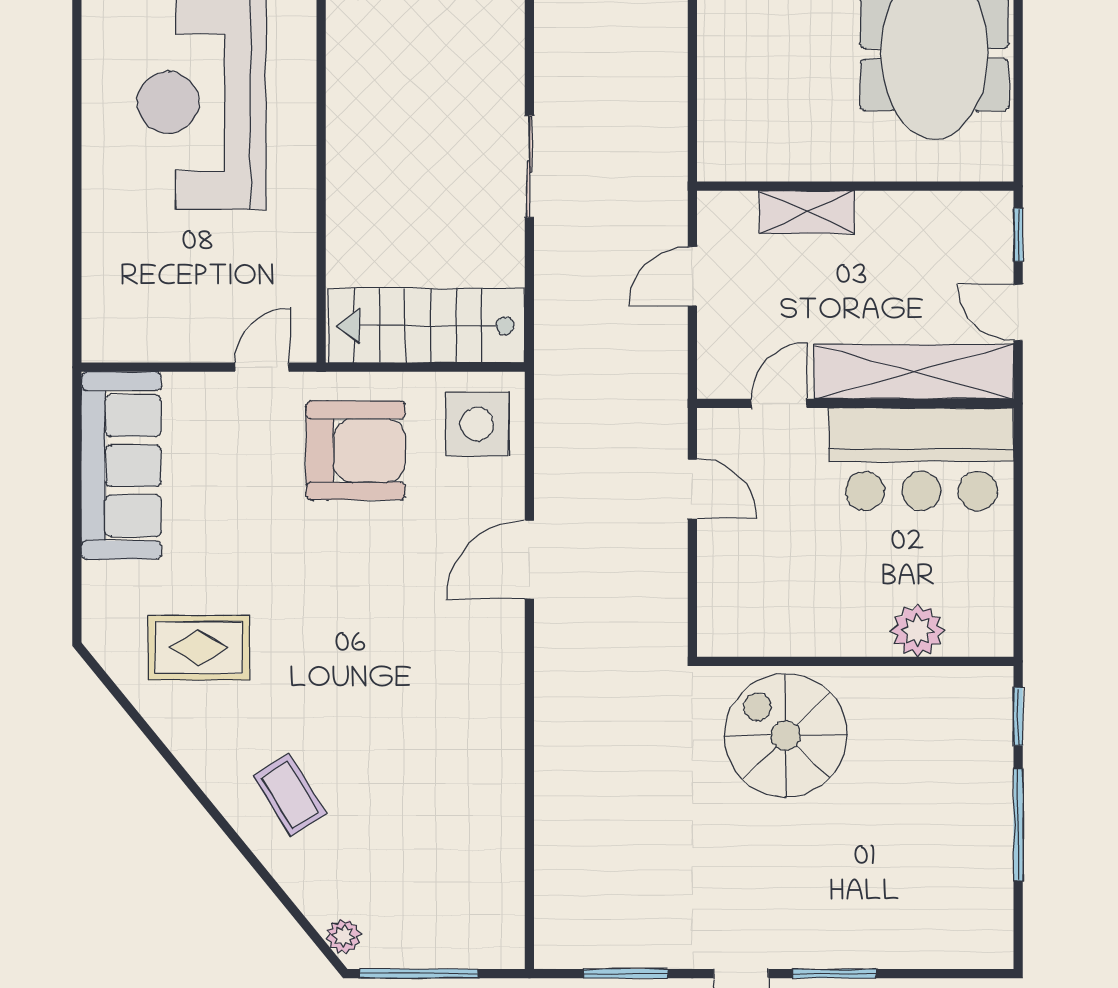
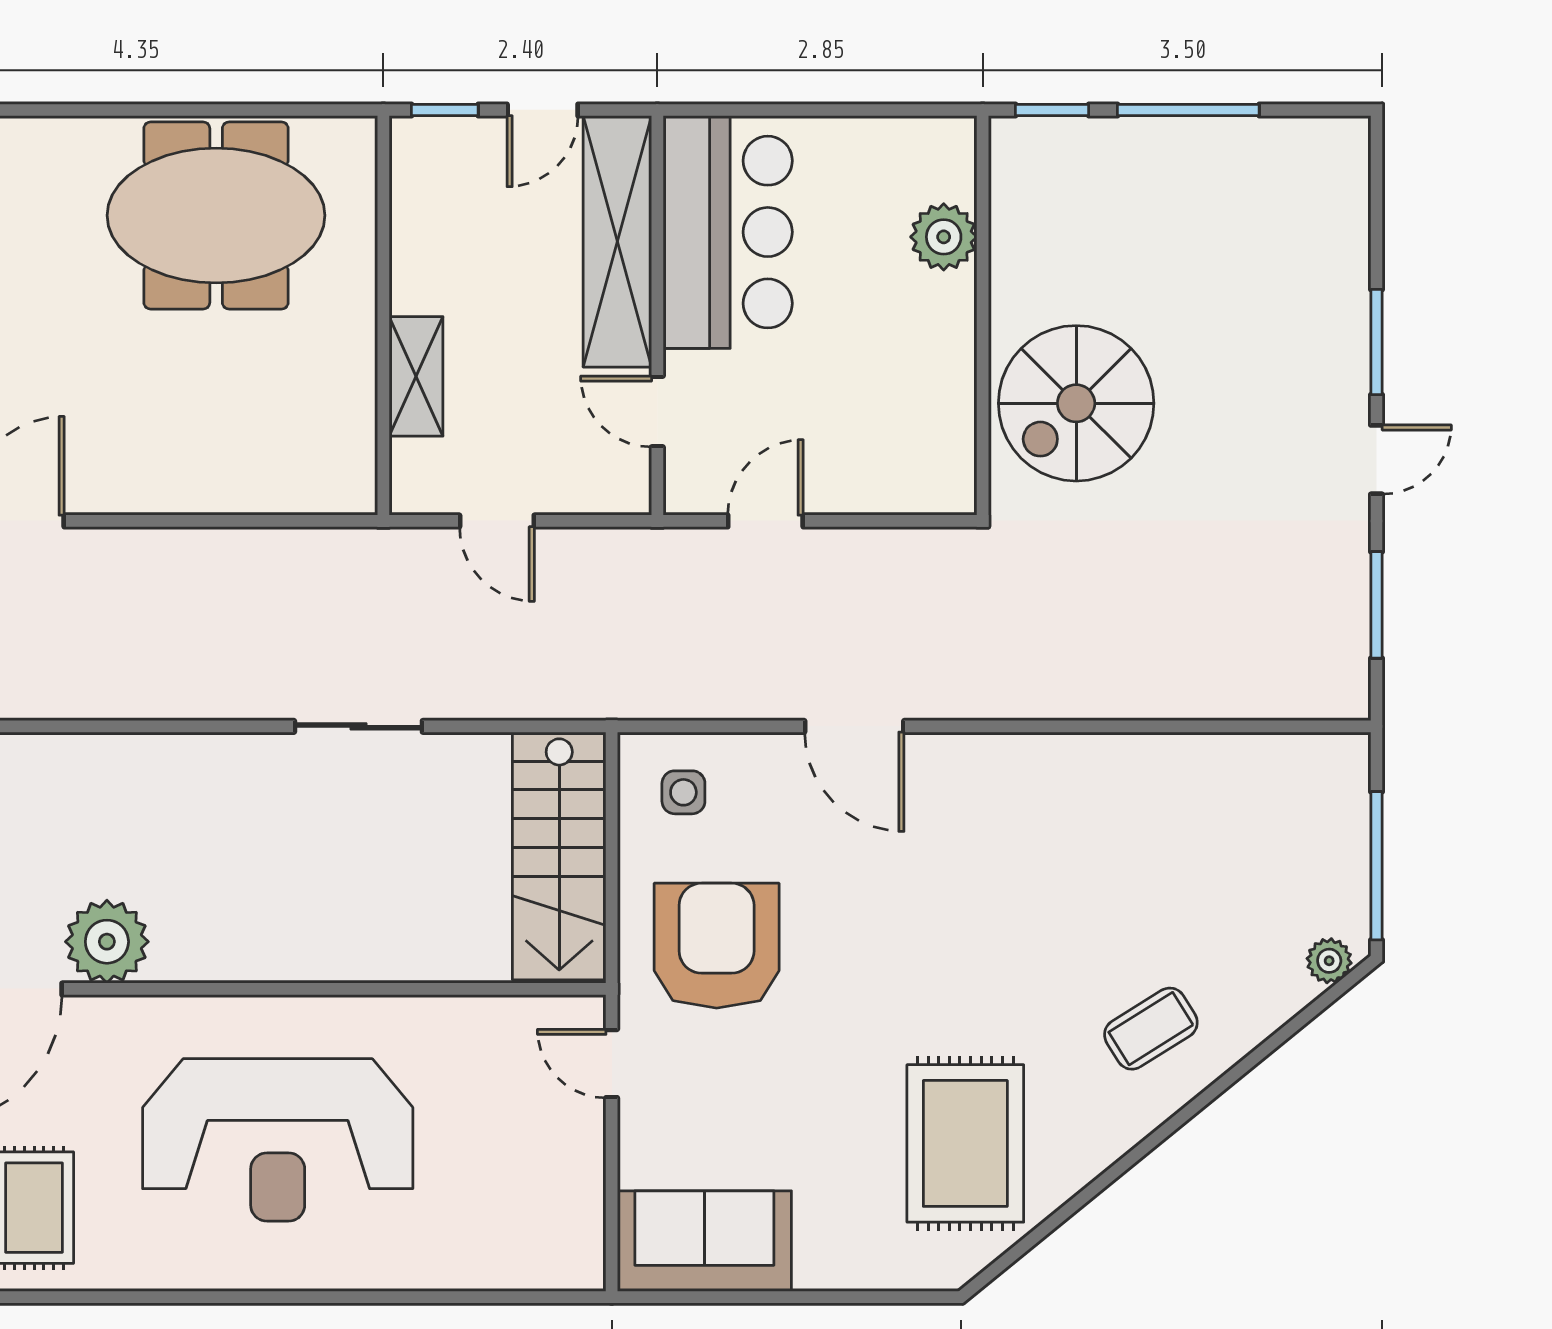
side table: (477, 424) -> (683, 792), width x0.54, depth x0.54
sofa: (121, 466) -> (704, 1241), width x0.73
rug: (199, 648) -> (965, 1143), width x1.36, depth x1.43

